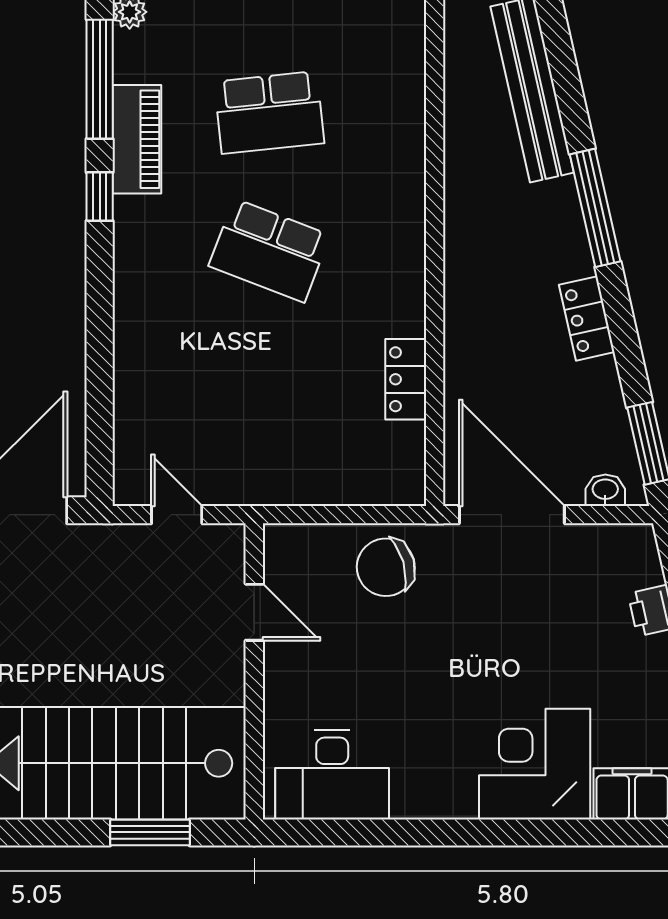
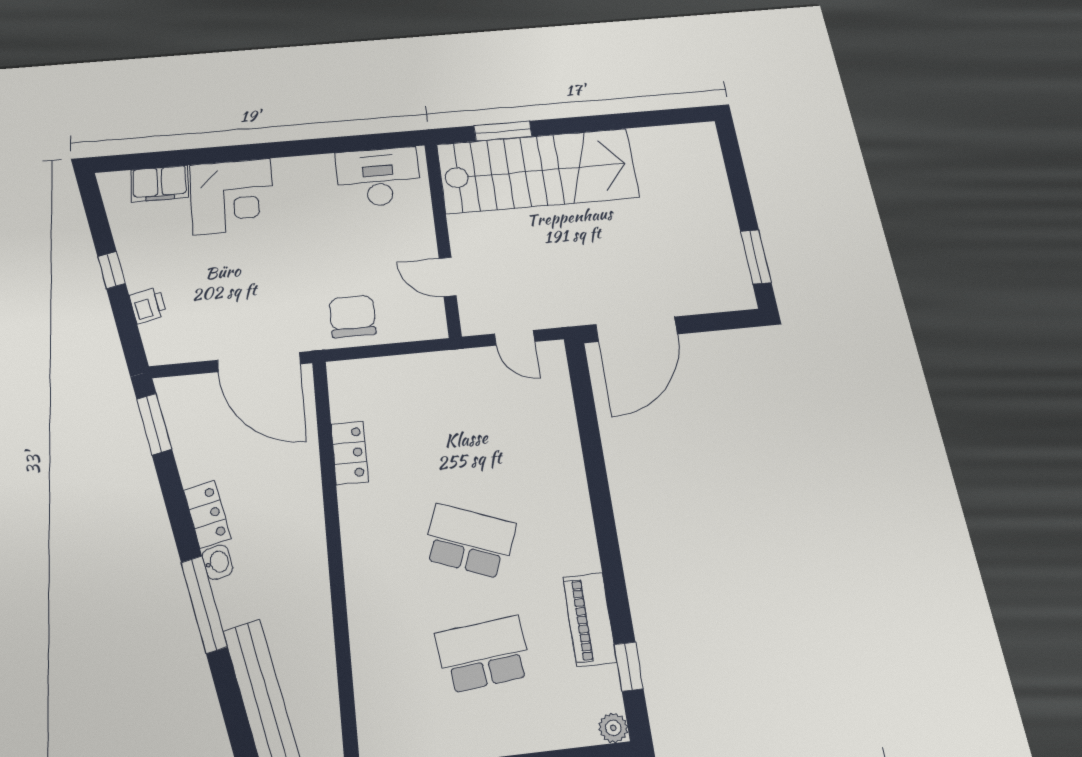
window: (100, 79) -> (629, 667), width x0.46
window: (100, 197) -> (612, 569), removed
washbasin: (605, 490) -> (218, 562), moved, turned -103
chair: (386, 567) -> (353, 316), turned -74

